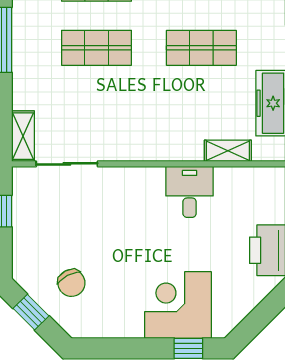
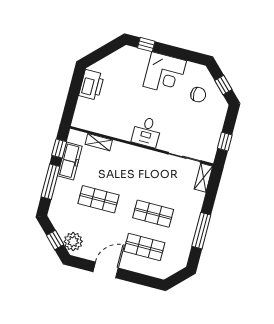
desk: (190, 192) -> (147, 132), moved
chair: (71, 283) -> (198, 95), turned 118
corner desk: (178, 305) -> (165, 74), moved

